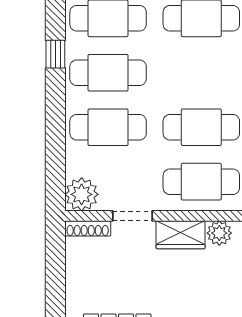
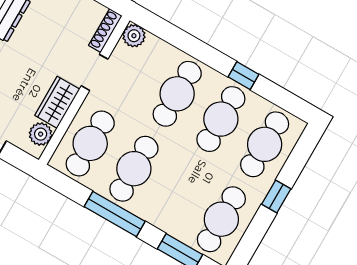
window: (55, 54) -> (243, 76), moved
plant: (82, 194) -> (134, 36), width x0.73, depth x0.73

